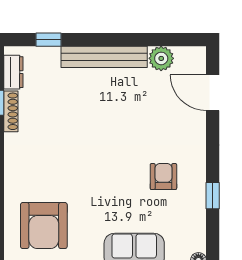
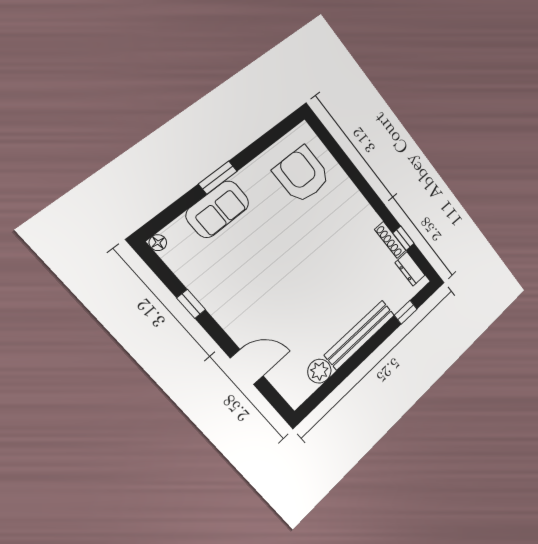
door: (213, 93) -> (247, 367), moved
armchair: (163, 177) -> (244, 286), removed

